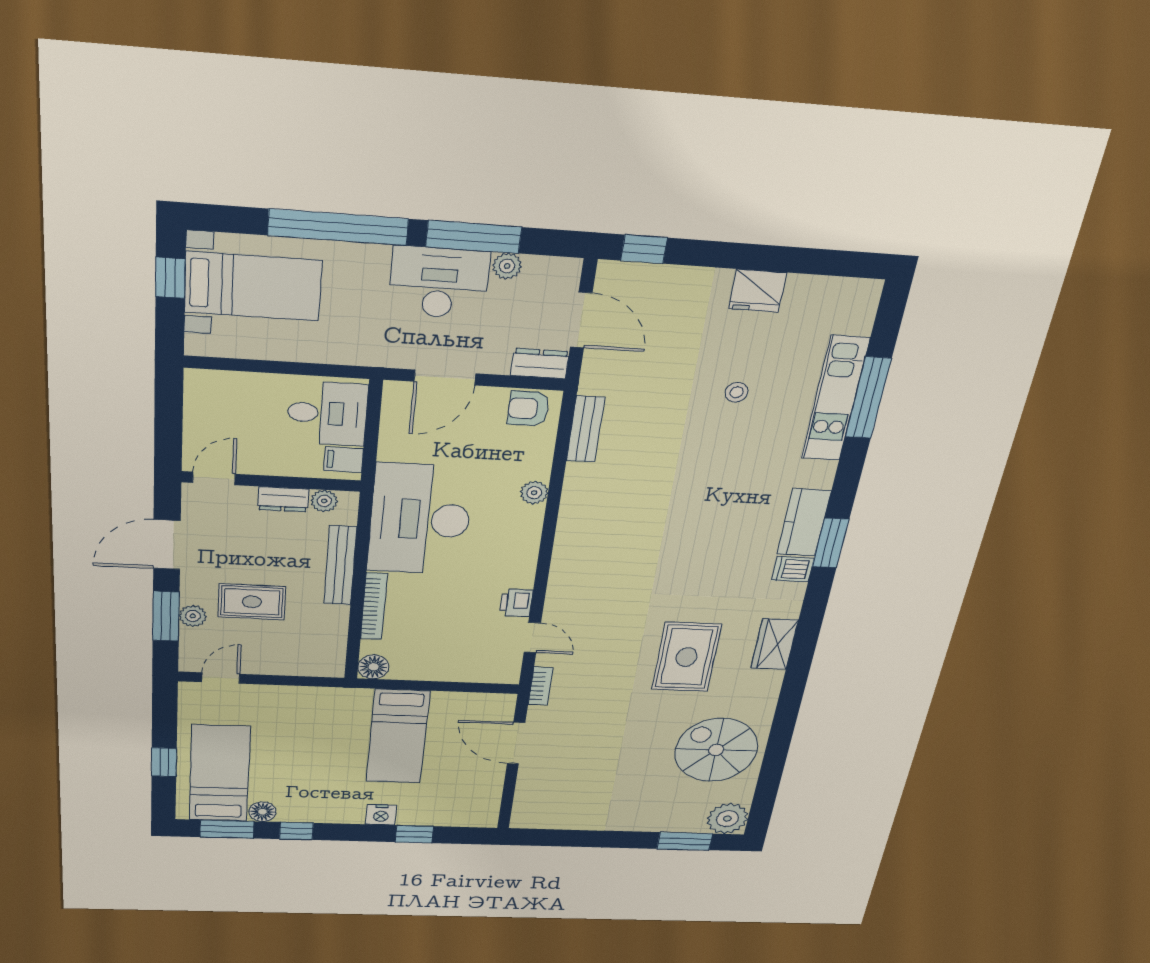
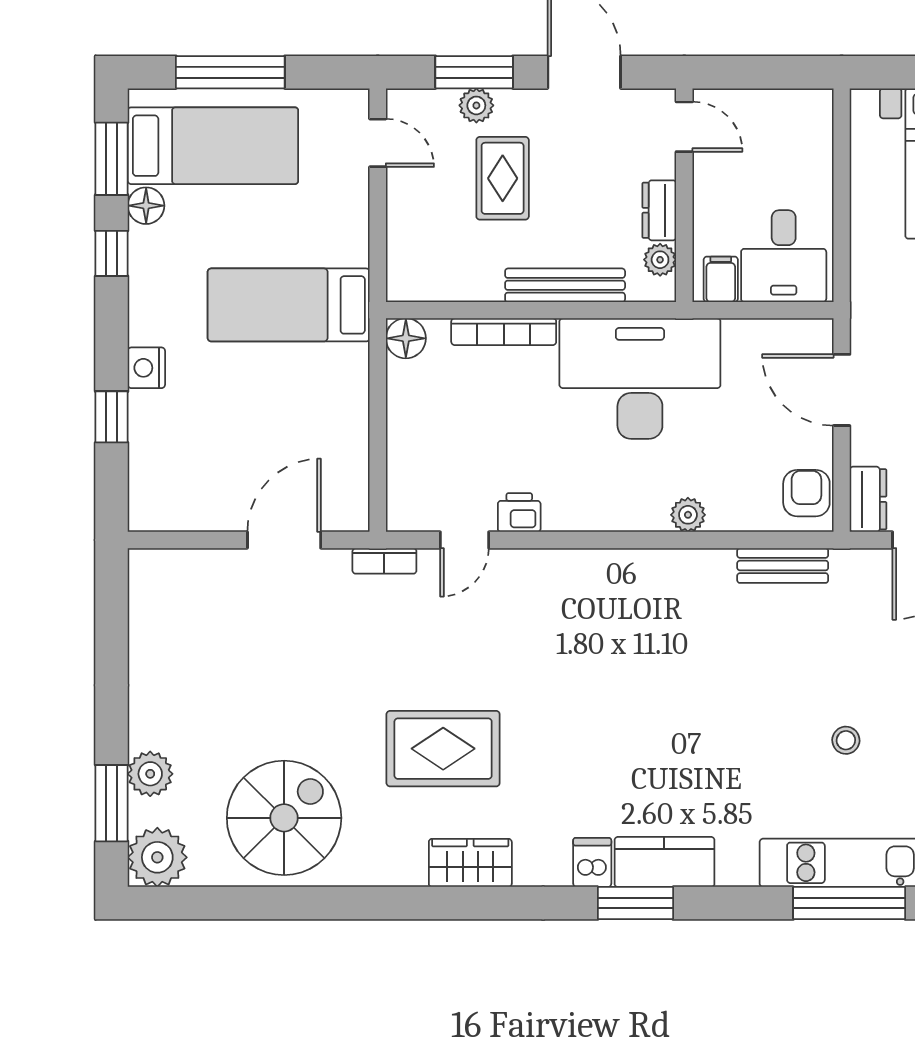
bed: (398, 737) -> (289, 305), moved
window: (164, 762) -> (230, 72), width x2.17
plant: (669, 821) -> (150, 774), added

